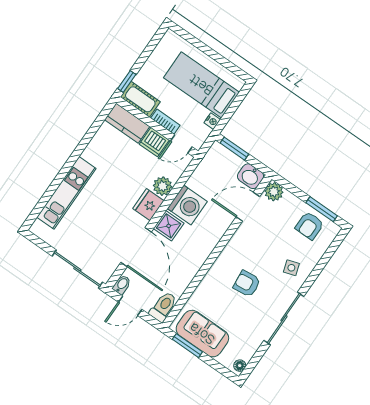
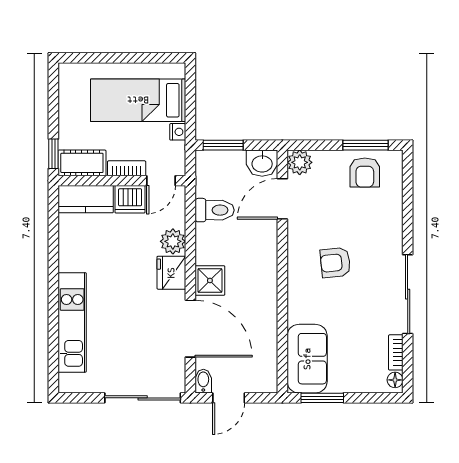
washing machine: (187, 205) -> (214, 243), removed
side table: (291, 268) -> (377, 233), removed
armchair: (247, 284) -> (335, 263), moved
toilet: (163, 307) -> (215, 210), moved, turned 90
sofa: (202, 334) -> (307, 359), moved, turned 90
bookcase: (252, 349) -> (396, 352), added

